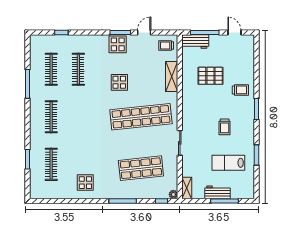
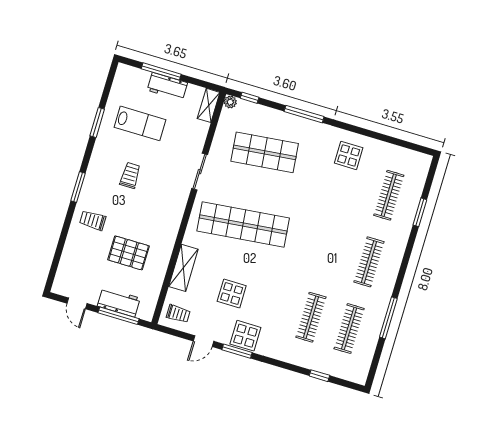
workbench: (195, 42) -> (119, 302), moved
display table: (119, 82) -> (232, 293), moved

